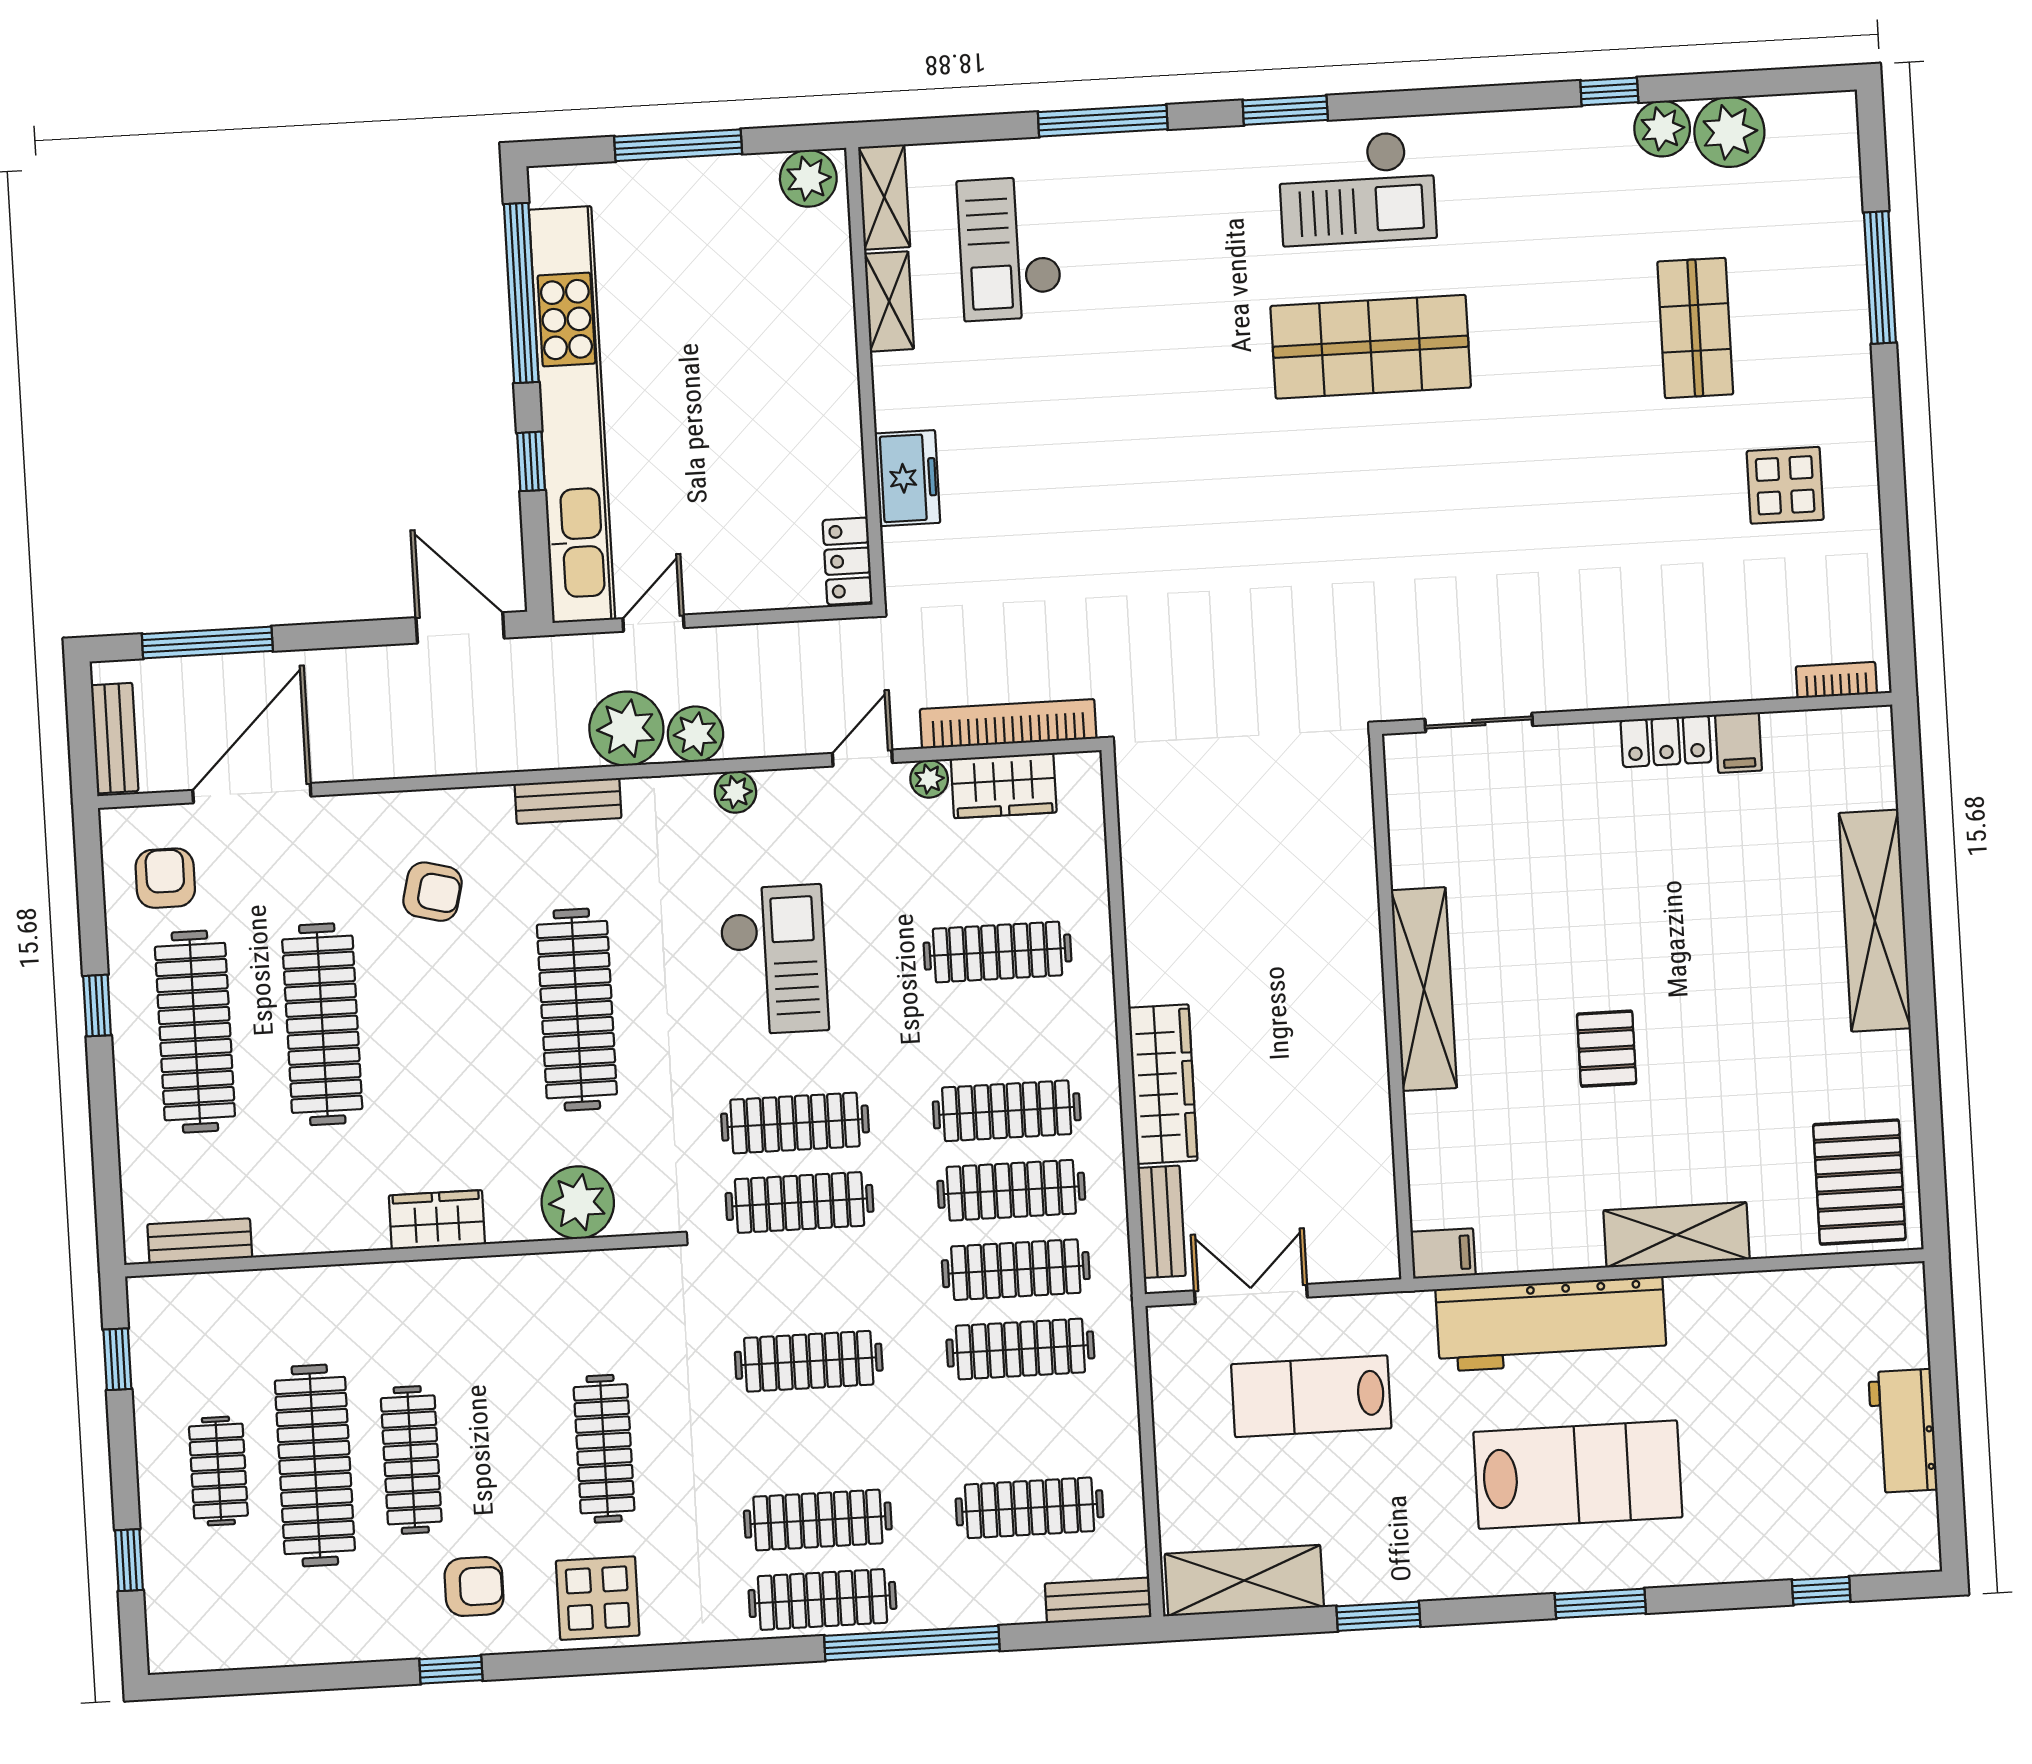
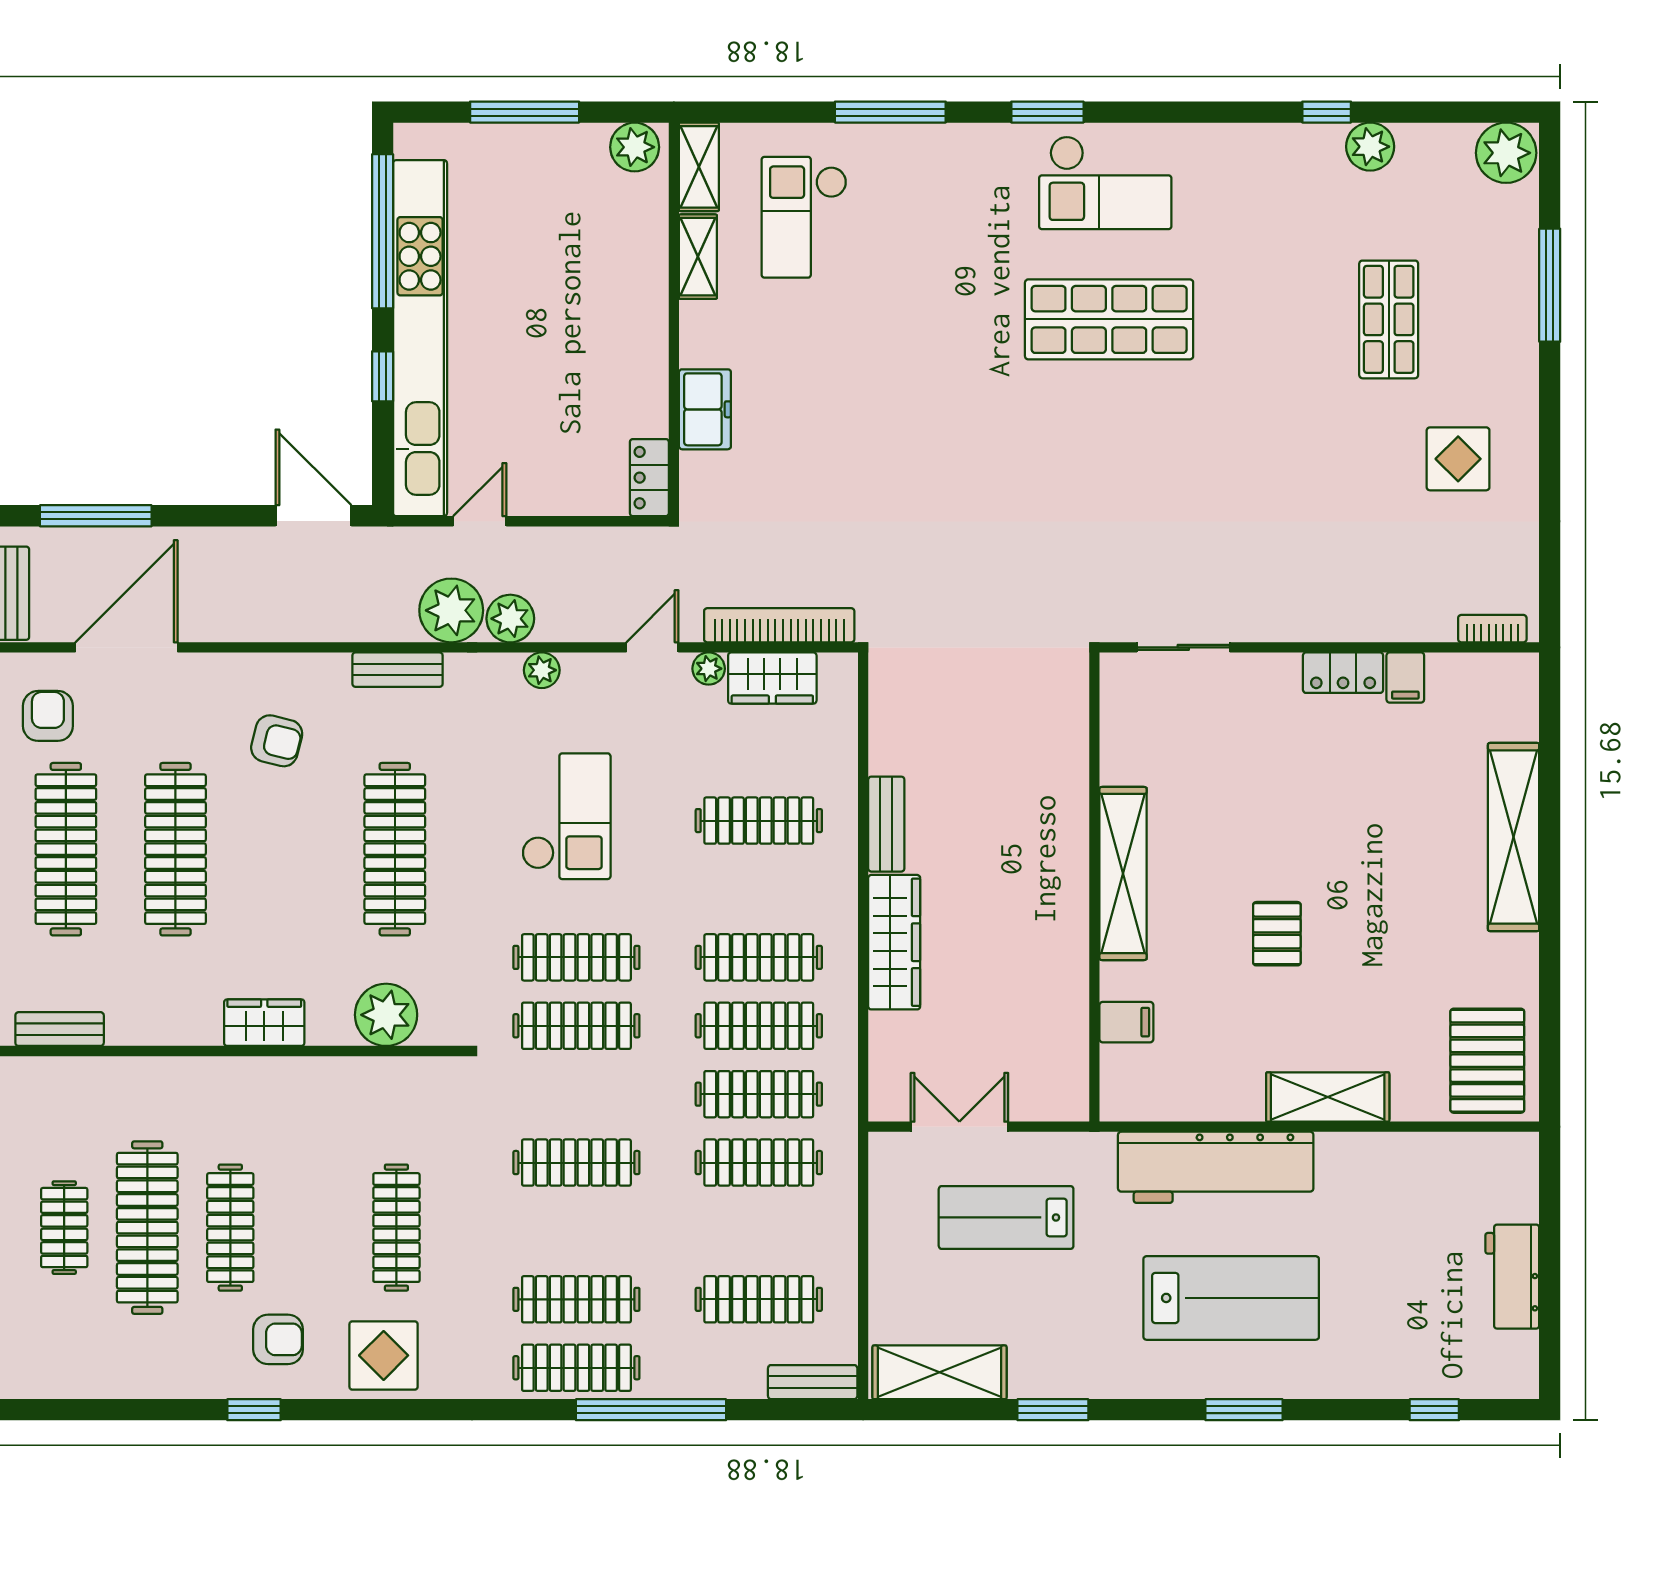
plant: (1729, 132) -> (1506, 153), moved
bench: (1162, 1222) -> (886, 824), moved
filing cabinet: (1443, 1253) -> (1126, 1022), moved

